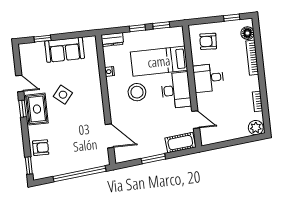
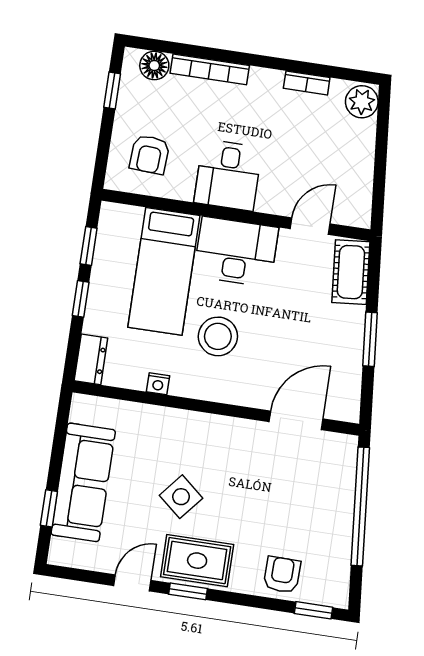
sofa: (65, 50) -> (83, 482), width x1.36

